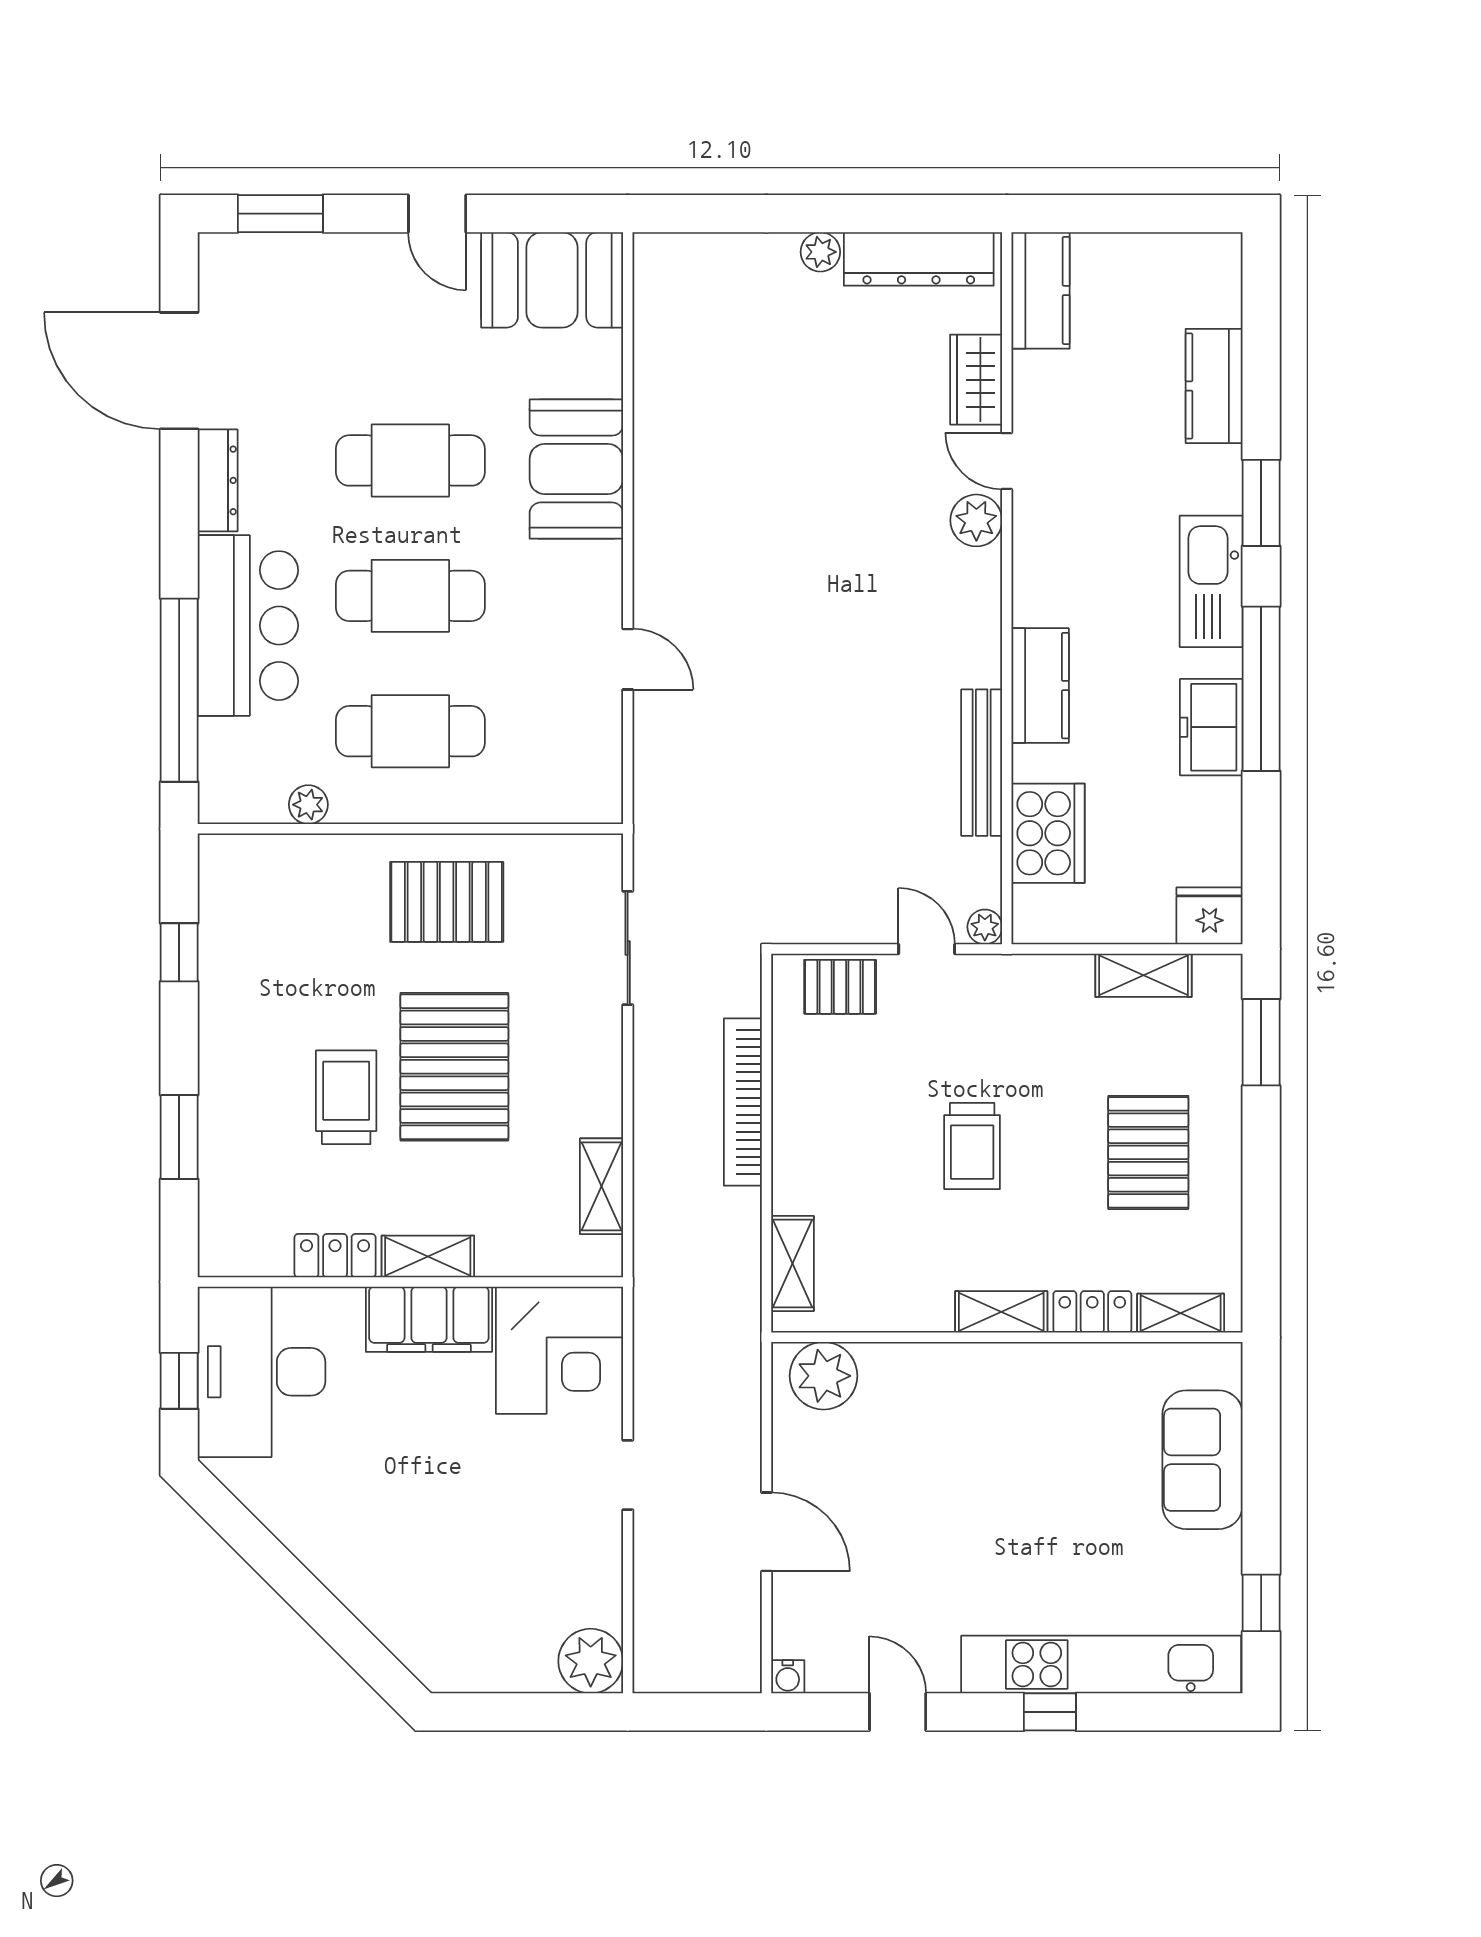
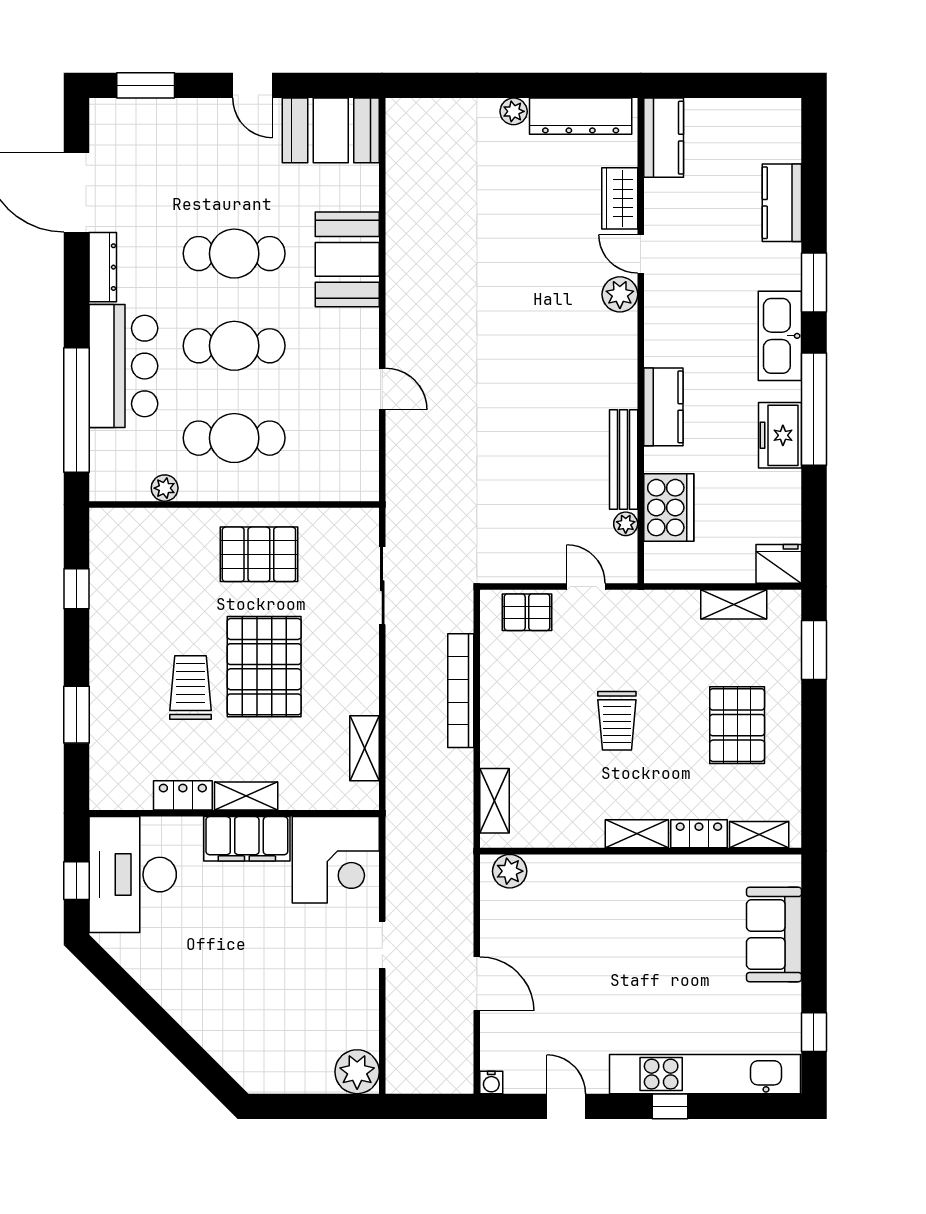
plant: (985, 927) -> (626, 524), moved
plant: (824, 1376) -> (510, 871), width x0.73, depth x0.73

